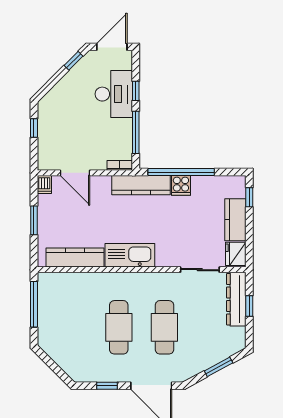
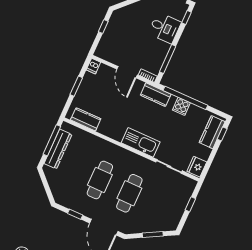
window: (136, 91) -> (186, 17), moved
desk: (114, 94) -> (165, 28), width x0.73
door: (75, 173) -> (127, 72), moved
kitchen counter: (141, 185) -> (156, 95), width x0.67
kitchen counter: (235, 220) -> (212, 132), moved
kitchen sink: (130, 255) -> (141, 142), moved
kitchen counter: (75, 258) -> (86, 119), width x0.67
dresser: (236, 299) -> (58, 149), moved, turned 180

